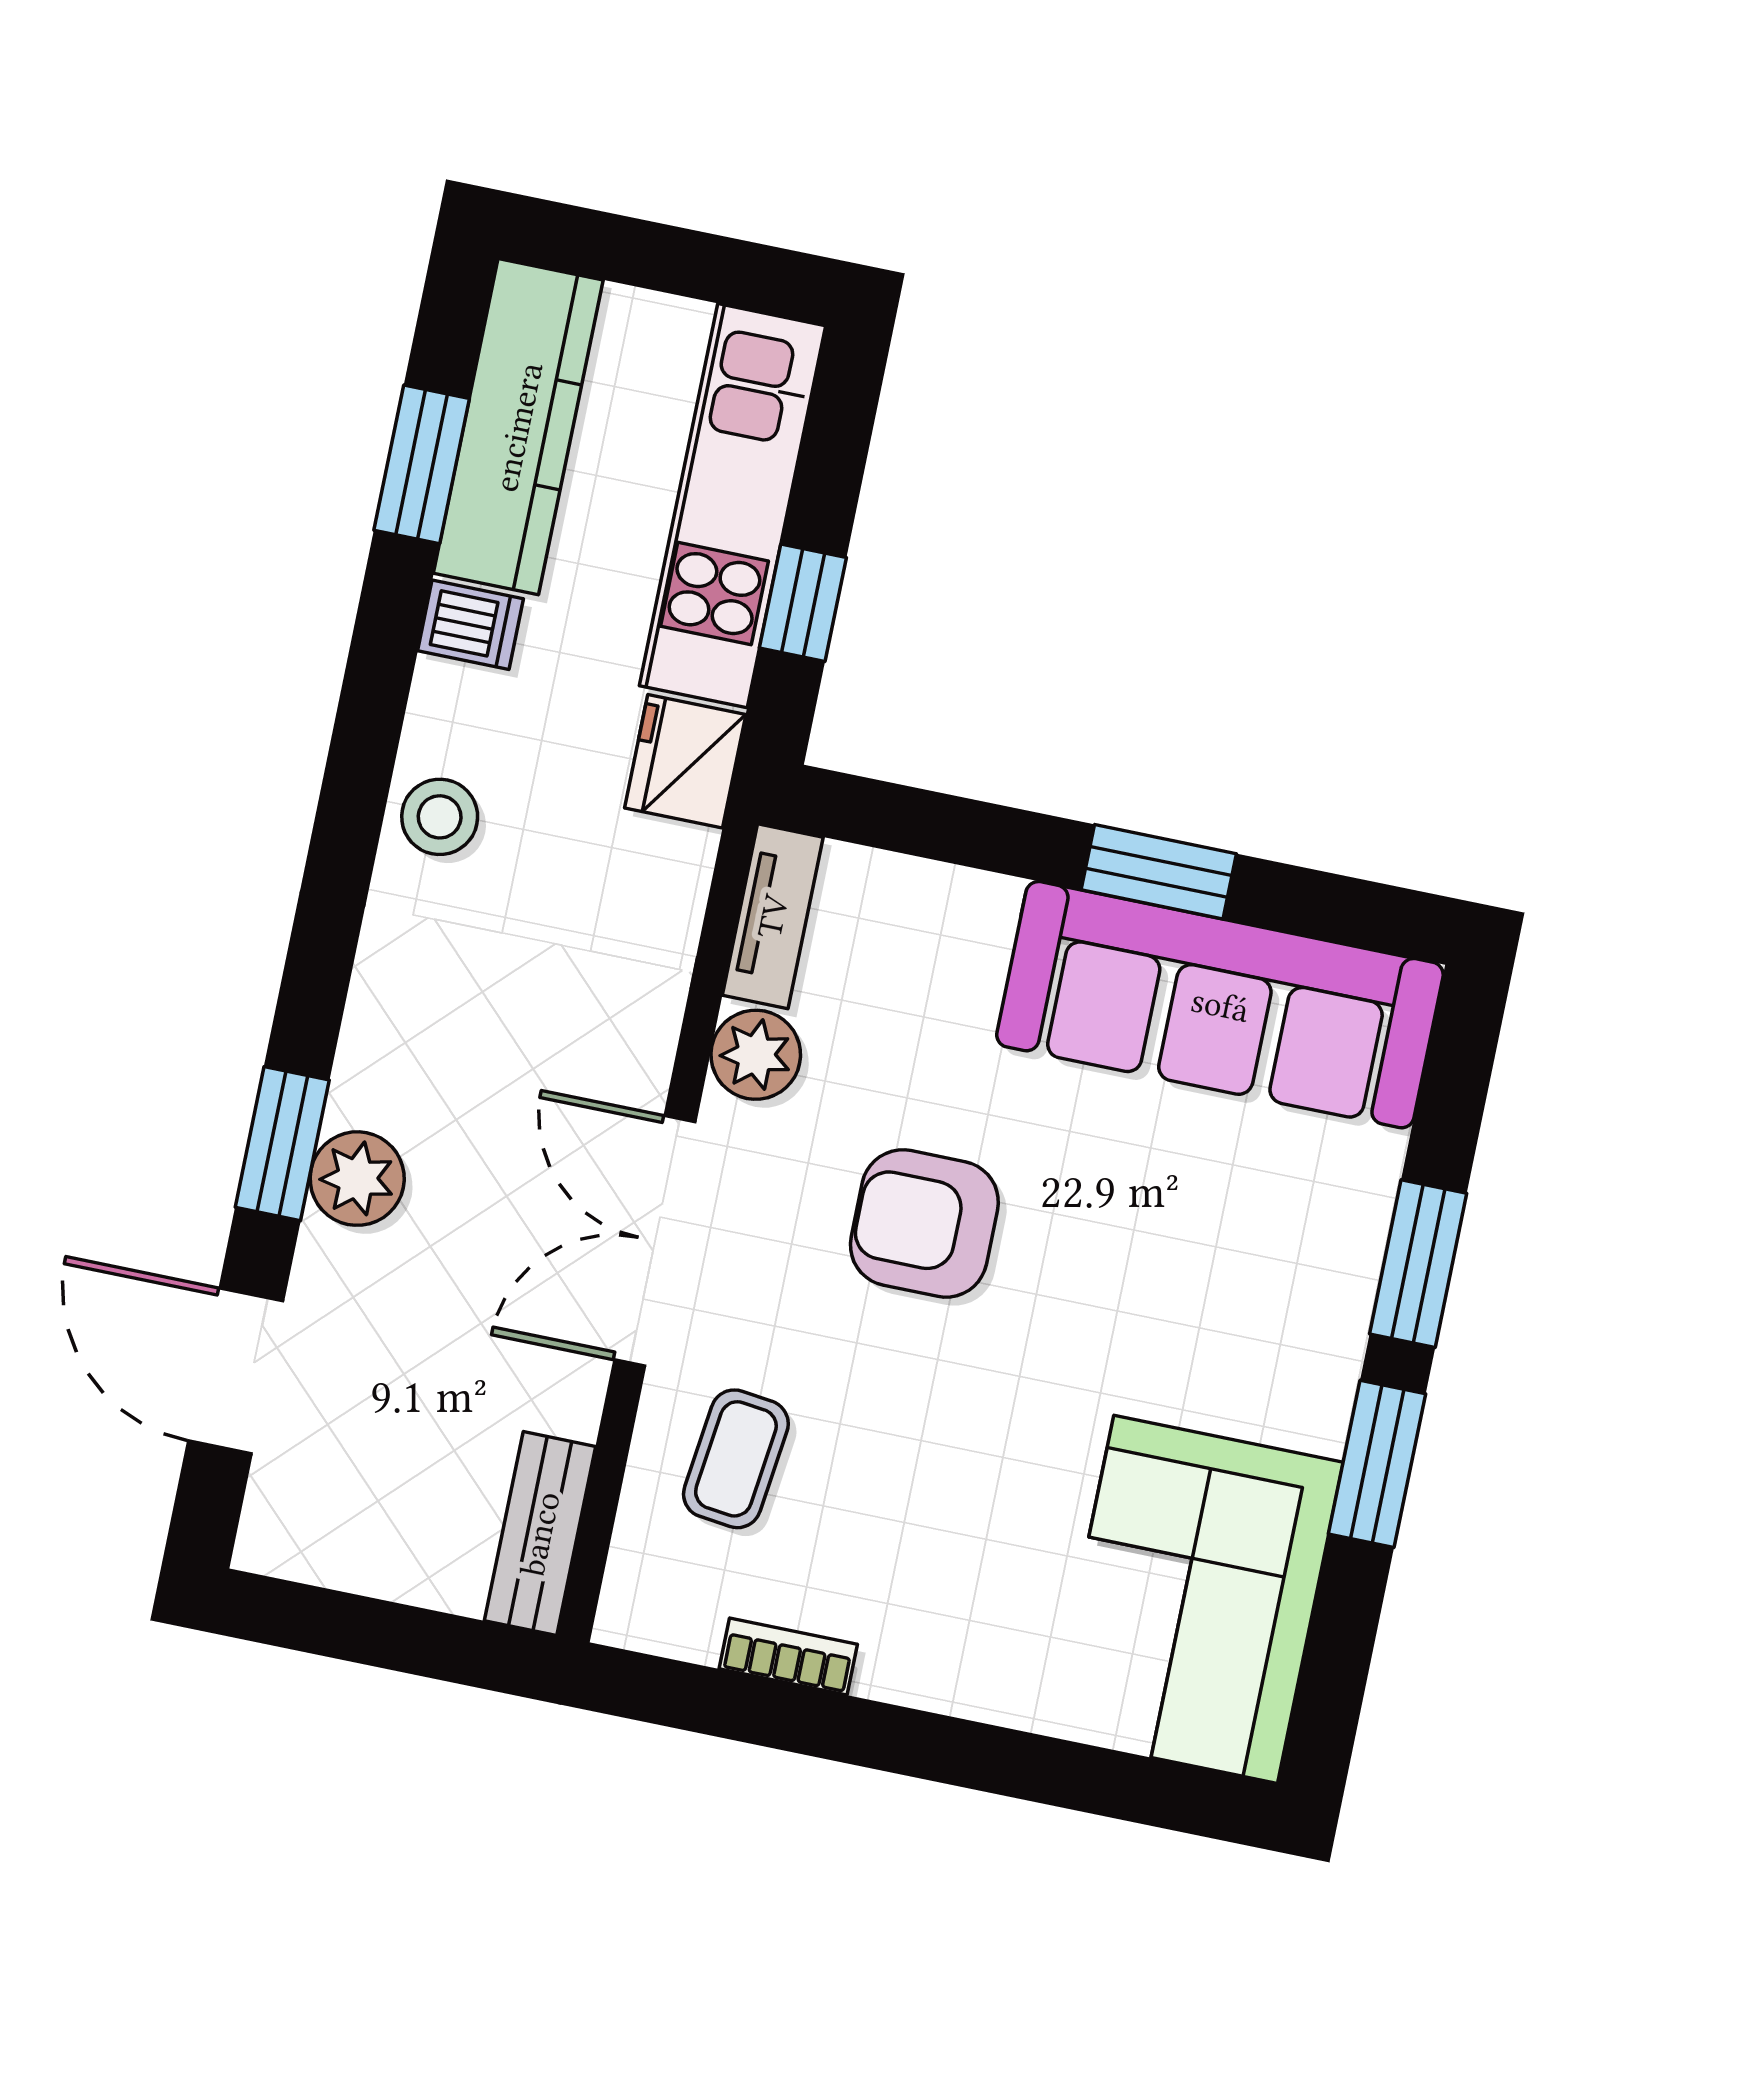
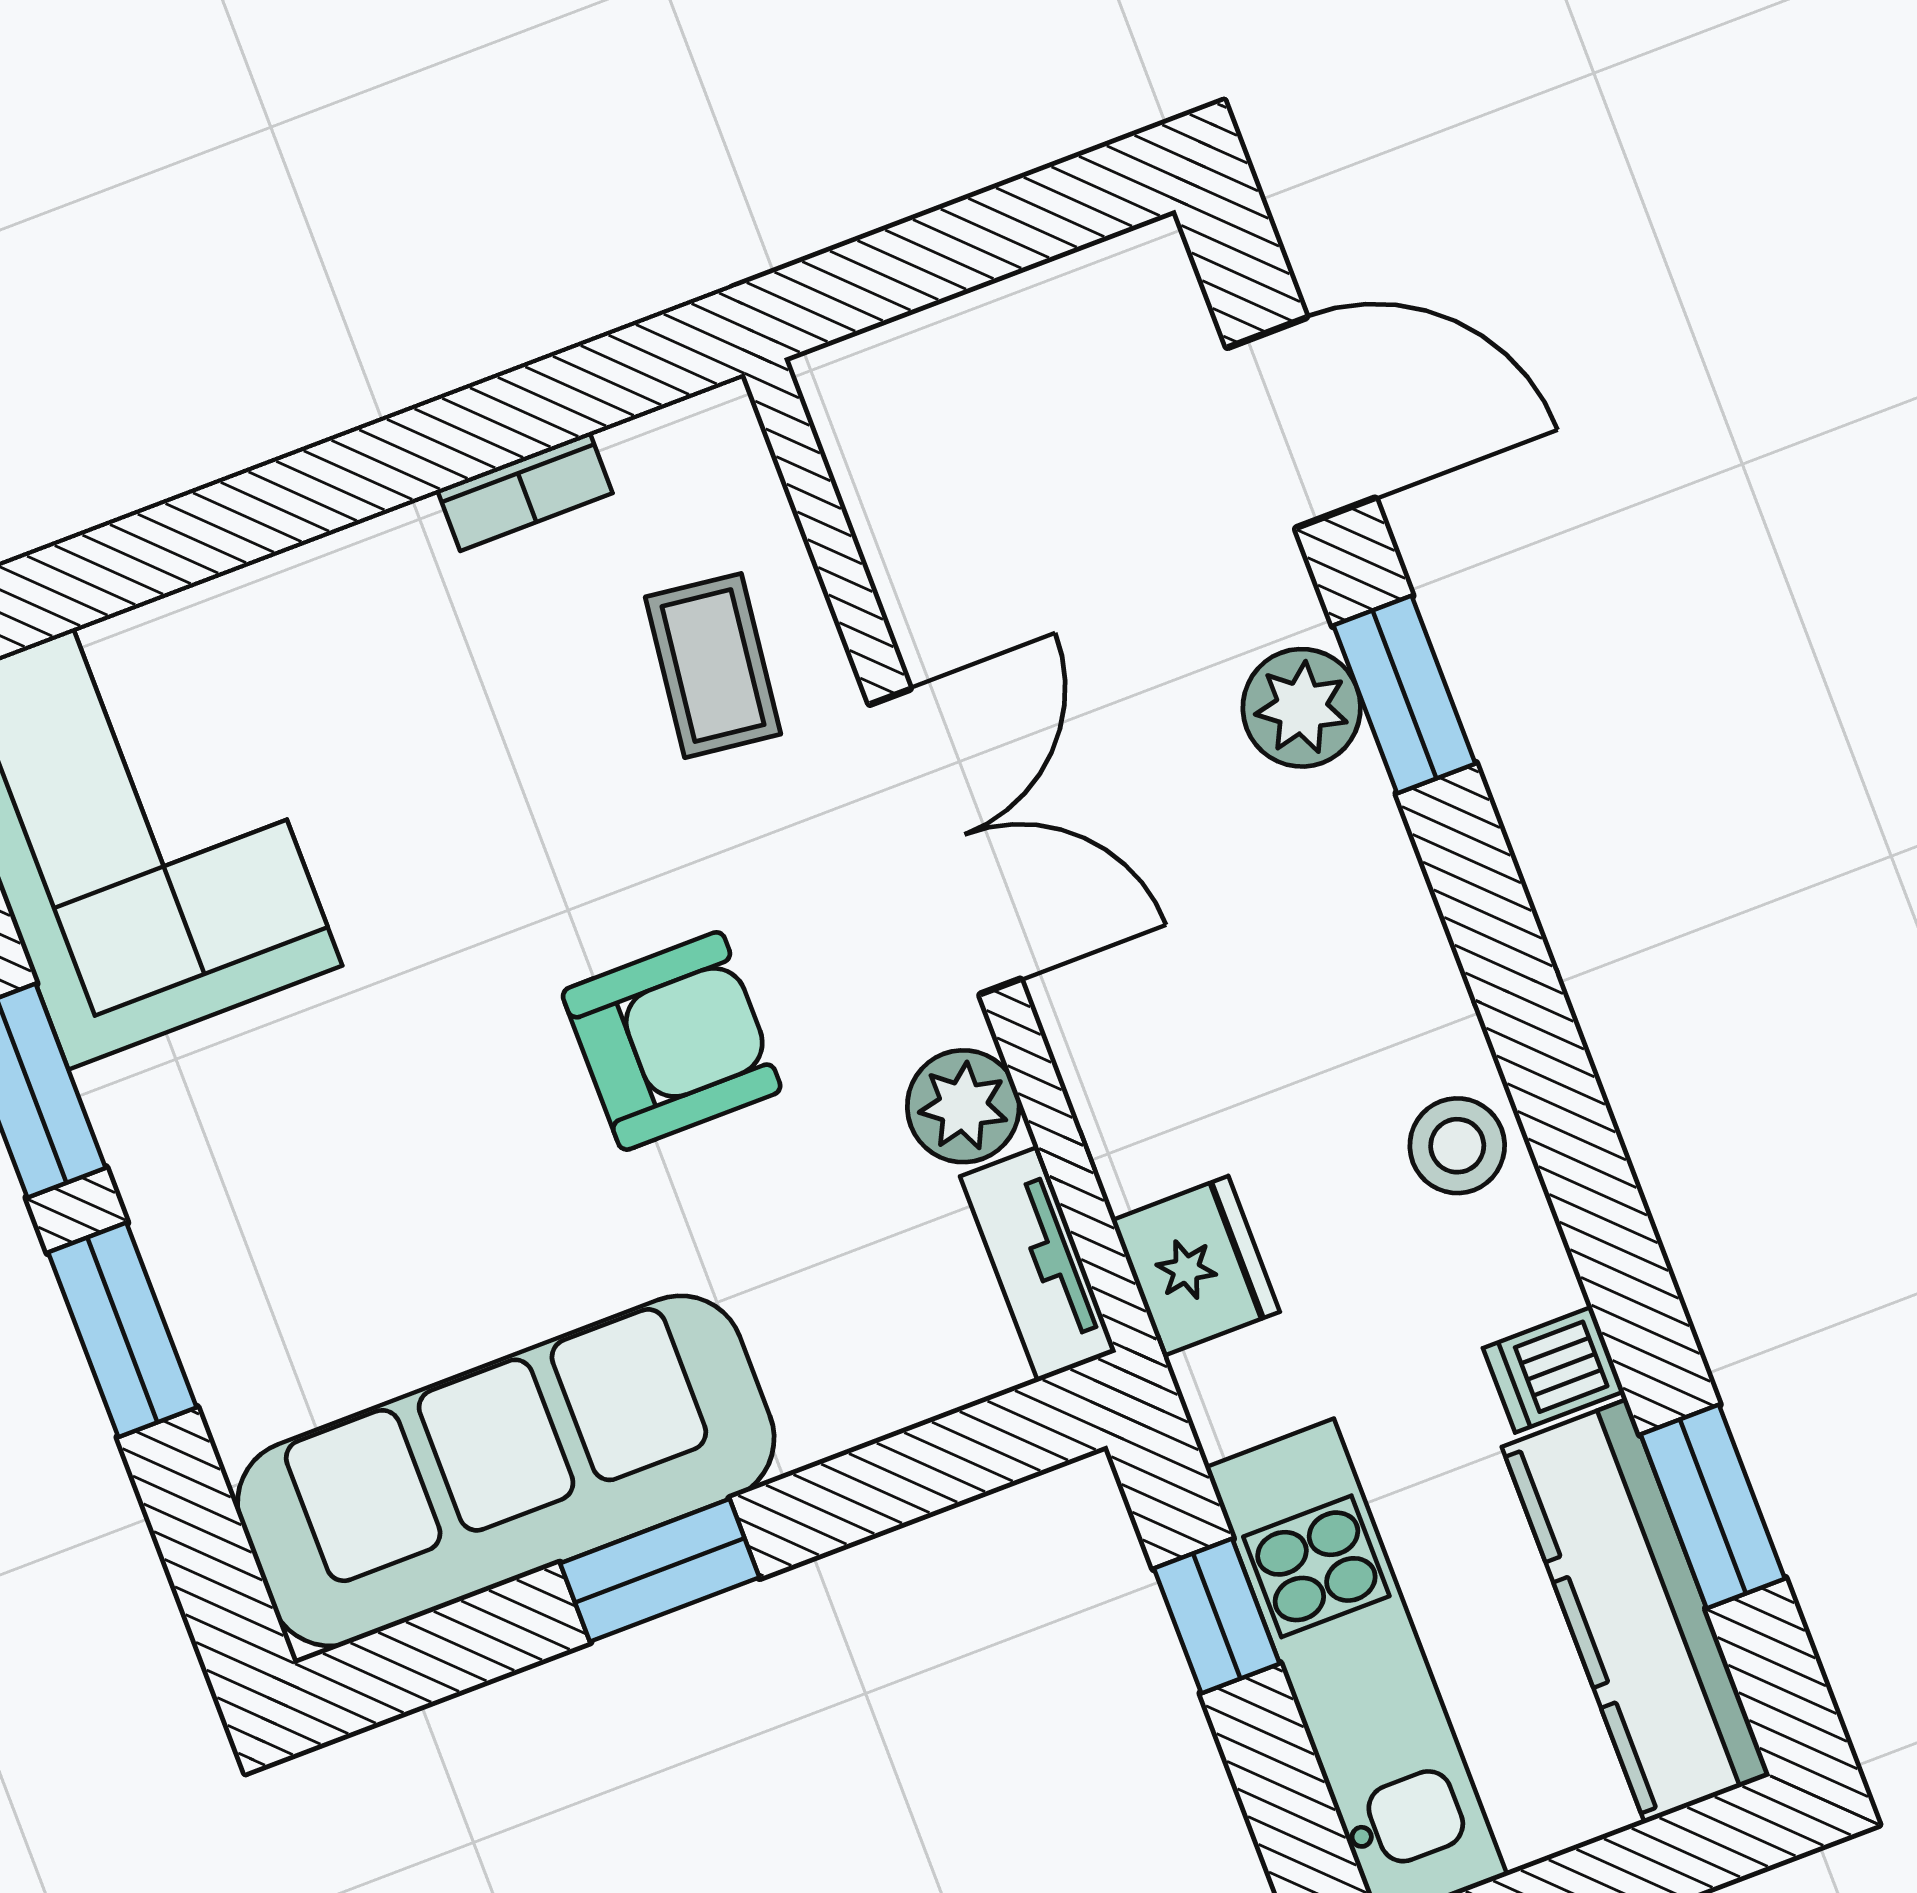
fridge: (685, 761) -> (1196, 1266), moved
bench: (540, 1534) -> (870, 455), removed

